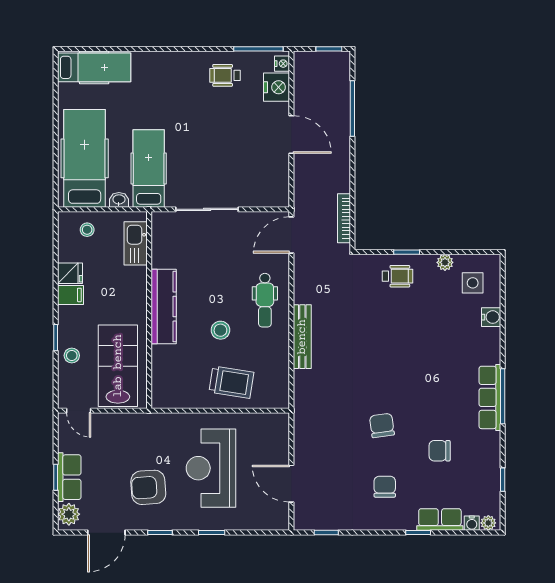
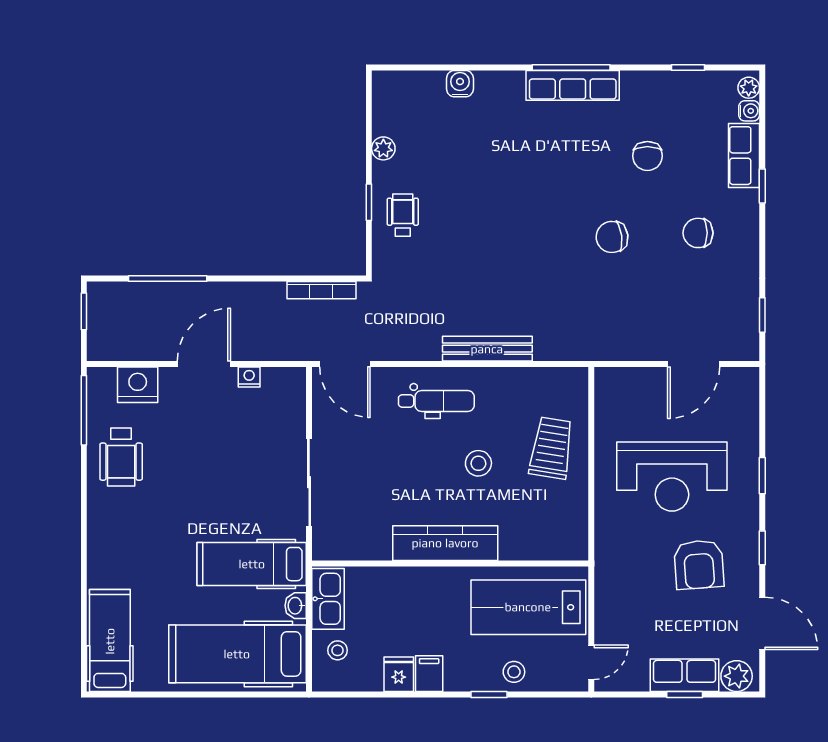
nightstand: (282, 64) -> (249, 377), moved
wheelchair: (225, 75) -> (121, 457), width x1.36, depth x1.37
kitchen sink: (136, 243) -> (328, 599), moved, turned -90
side table: (473, 283) -> (412, 110), removed

